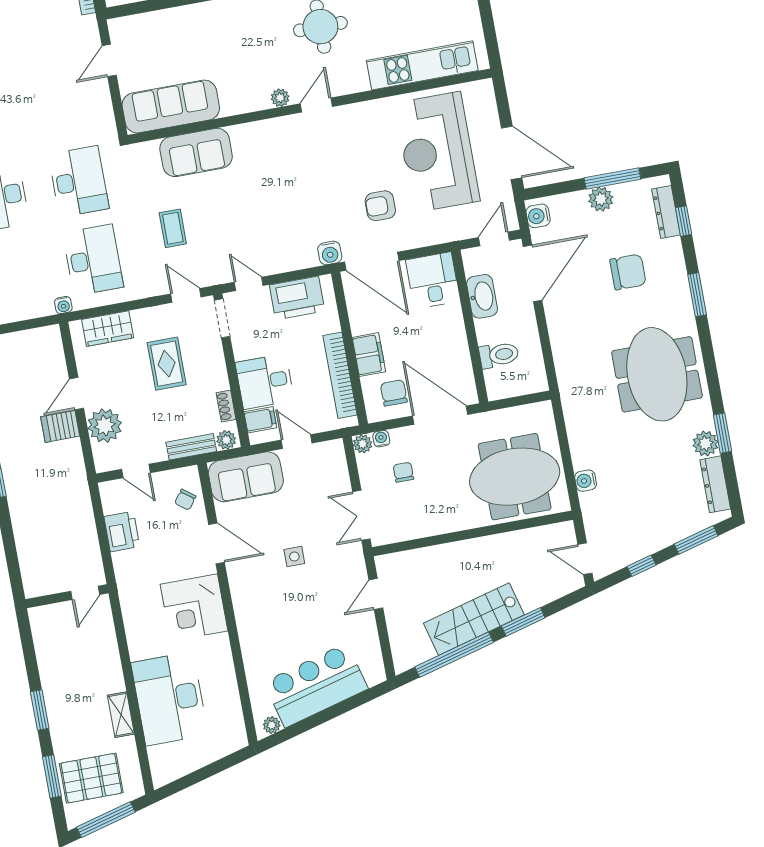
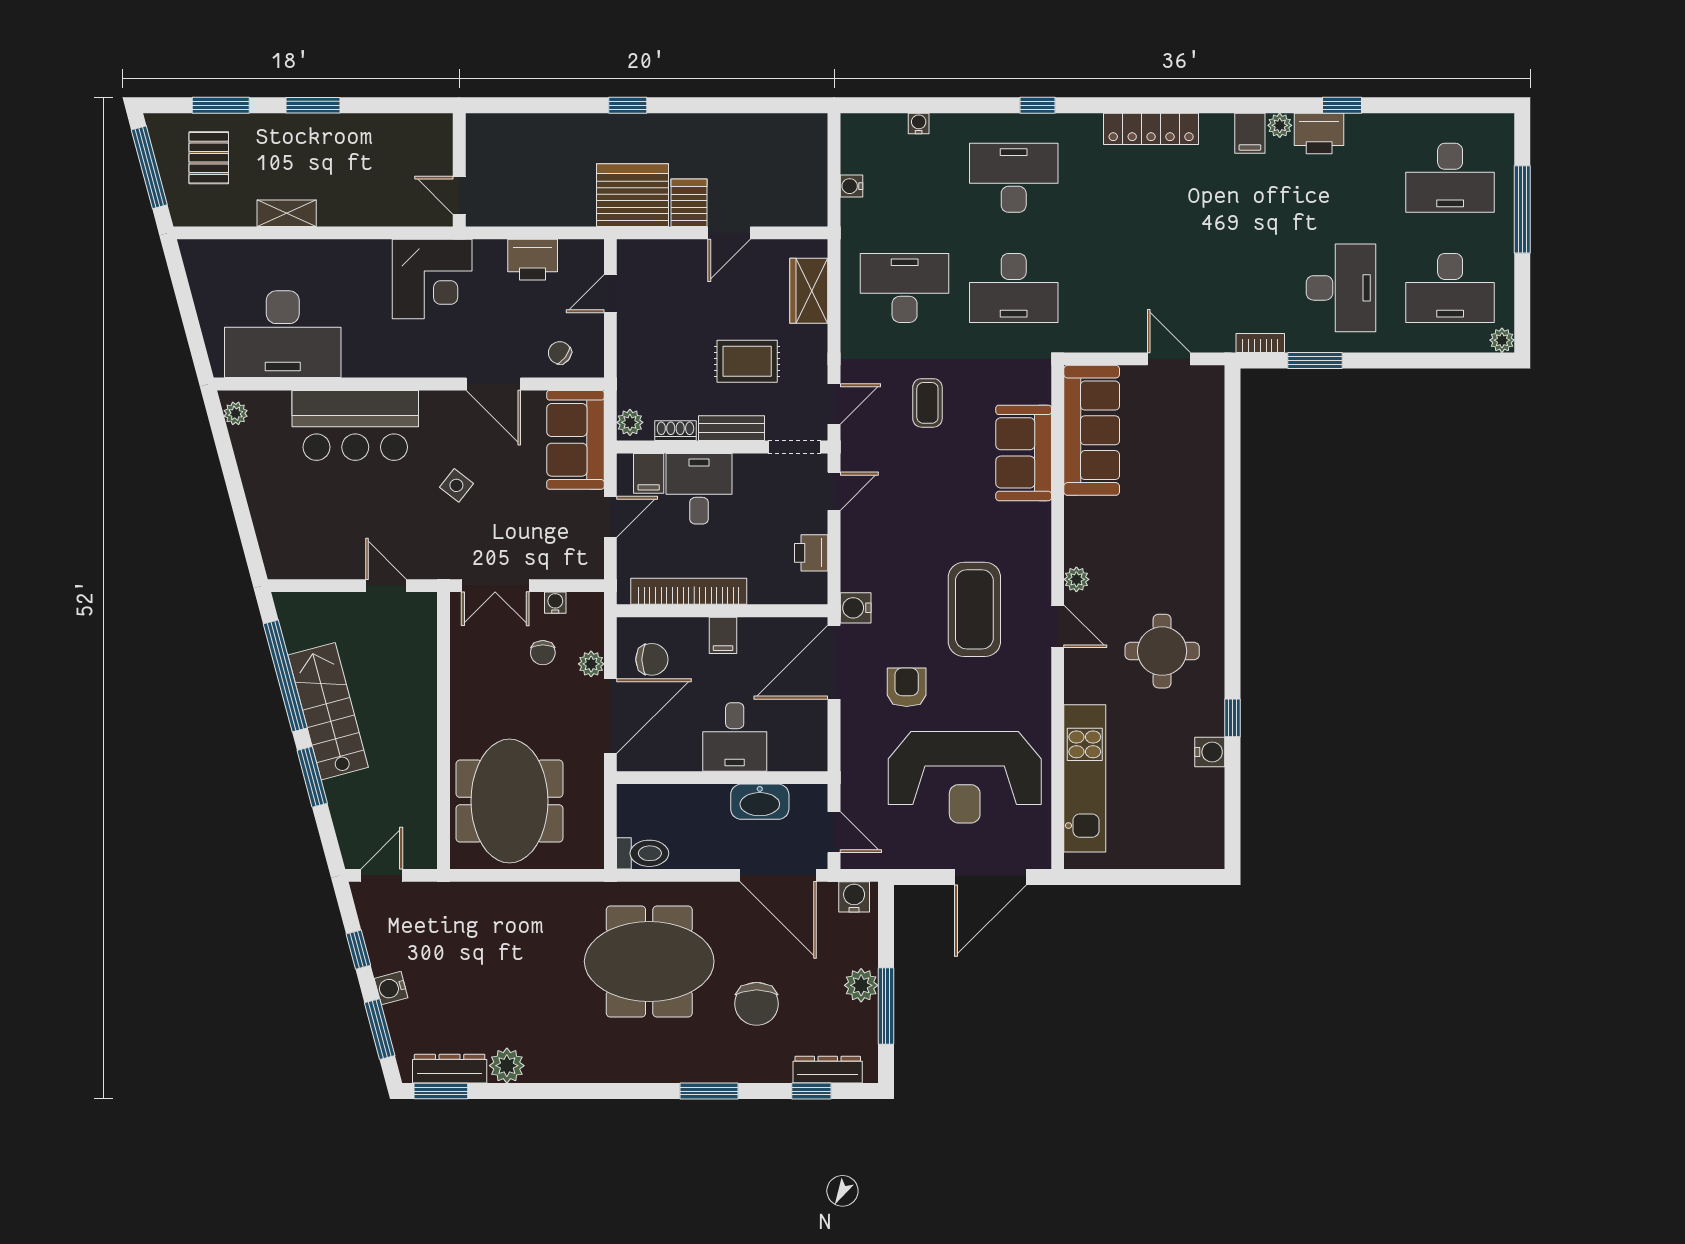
reception desk: (437, 152) -> (965, 777), turned 180
door: (512, 153) -> (990, 877), moved
coffee table: (315, 167) -> (974, 609), added
coffee table: (173, 228) -> (927, 403), turned 90
desk: (93, 260) -> (905, 288), turned 180
desk: (433, 280) -> (735, 737), moved, turned 90
printer: (297, 298) -> (811, 553), width x0.53, depth x0.68
water cooler: (63, 305) -> (851, 186), moved
filing cabinet: (369, 355) -> (723, 635), width x0.50
toilet: (499, 355) -> (643, 853), moved, turned -90
meeting table: (657, 374) -> (649, 961), moved
door: (77, 394) -> (729, 233), swing flipped
plant: (105, 426) -> (679, 263), removed
window: (722, 433) -> (441, 1091), moved
water cooler: (381, 439) -> (555, 603), moved, turned -90
plant: (363, 444) -> (591, 664), moved
bench: (191, 447) -> (731, 428), moved, turned 90
server rack: (62, 468) -> (633, 195), added
chair: (403, 472) -> (543, 653), turned 90
water cooler: (586, 481) -> (391, 988), moved, turned -105
double door: (361, 515) -> (495, 586), swing flipped
door: (217, 543) -> (493, 384), hinge flipped
side table: (294, 557) -> (456, 485), turned 38
corner desk: (194, 608) -> (432, 279), moved, turned 180
bar counter: (316, 685) -> (355, 425), moved, turned 105
desk: (170, 699) -> (283, 334), moved, turned 180
pallet: (91, 778) -> (209, 158), width x0.67, depth x0.71

